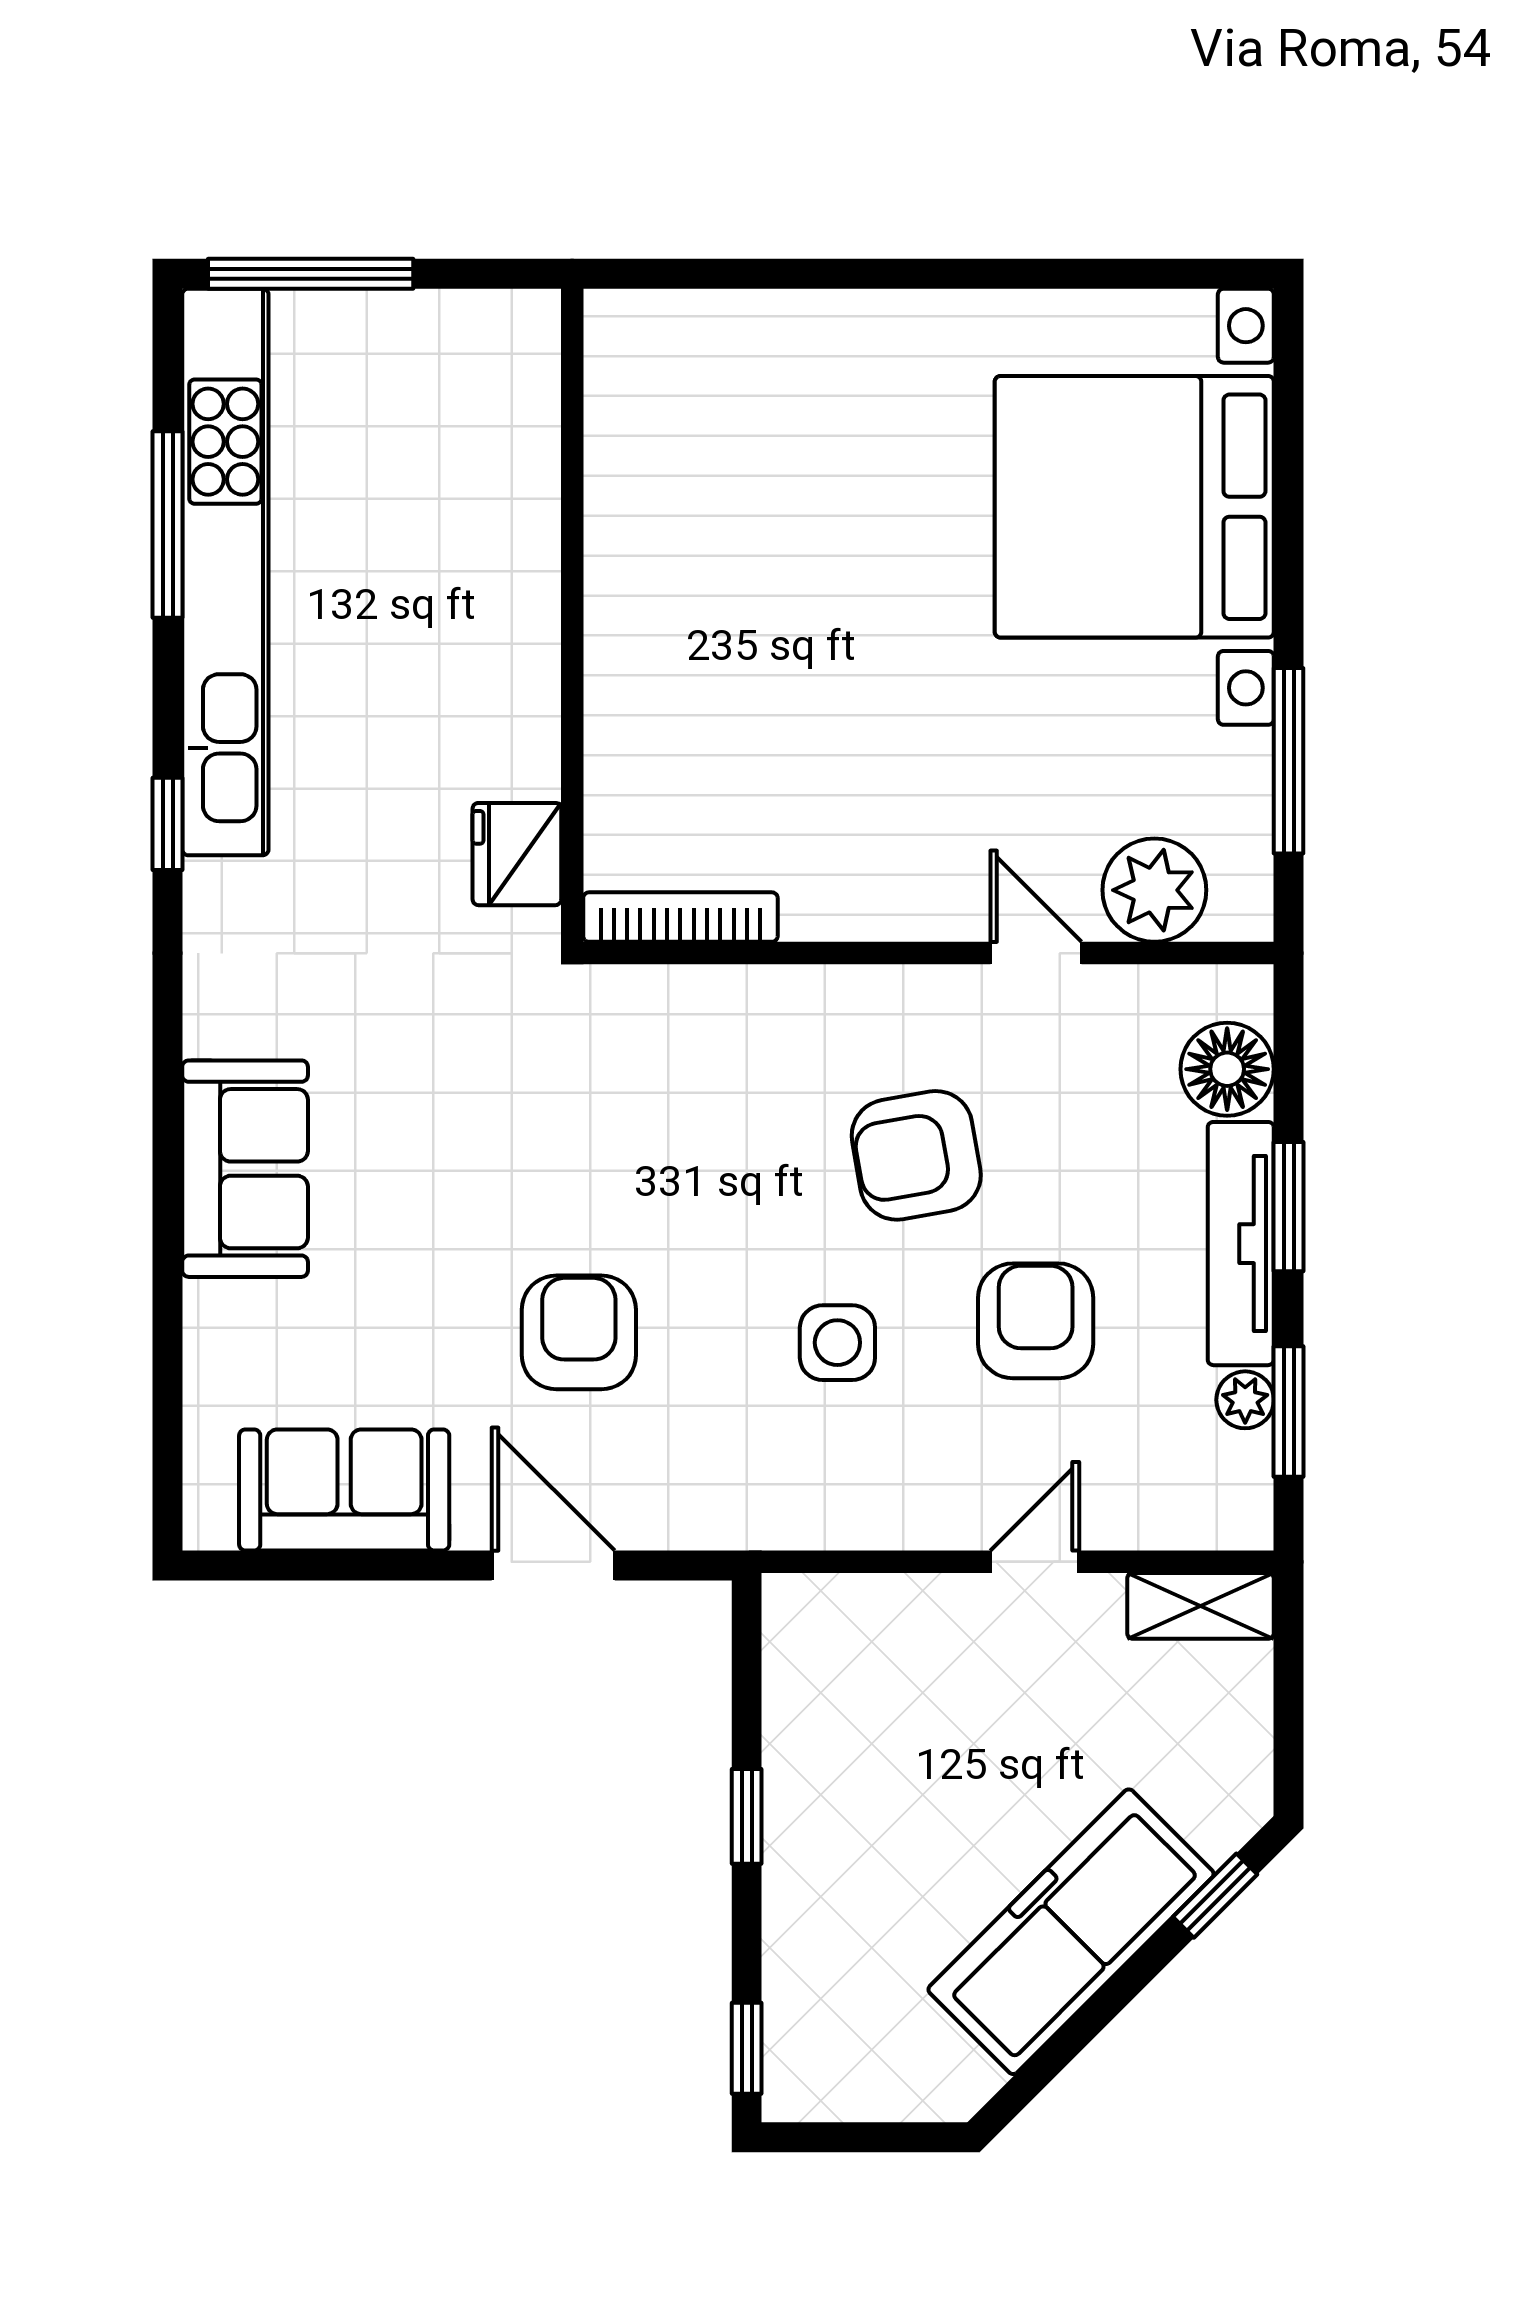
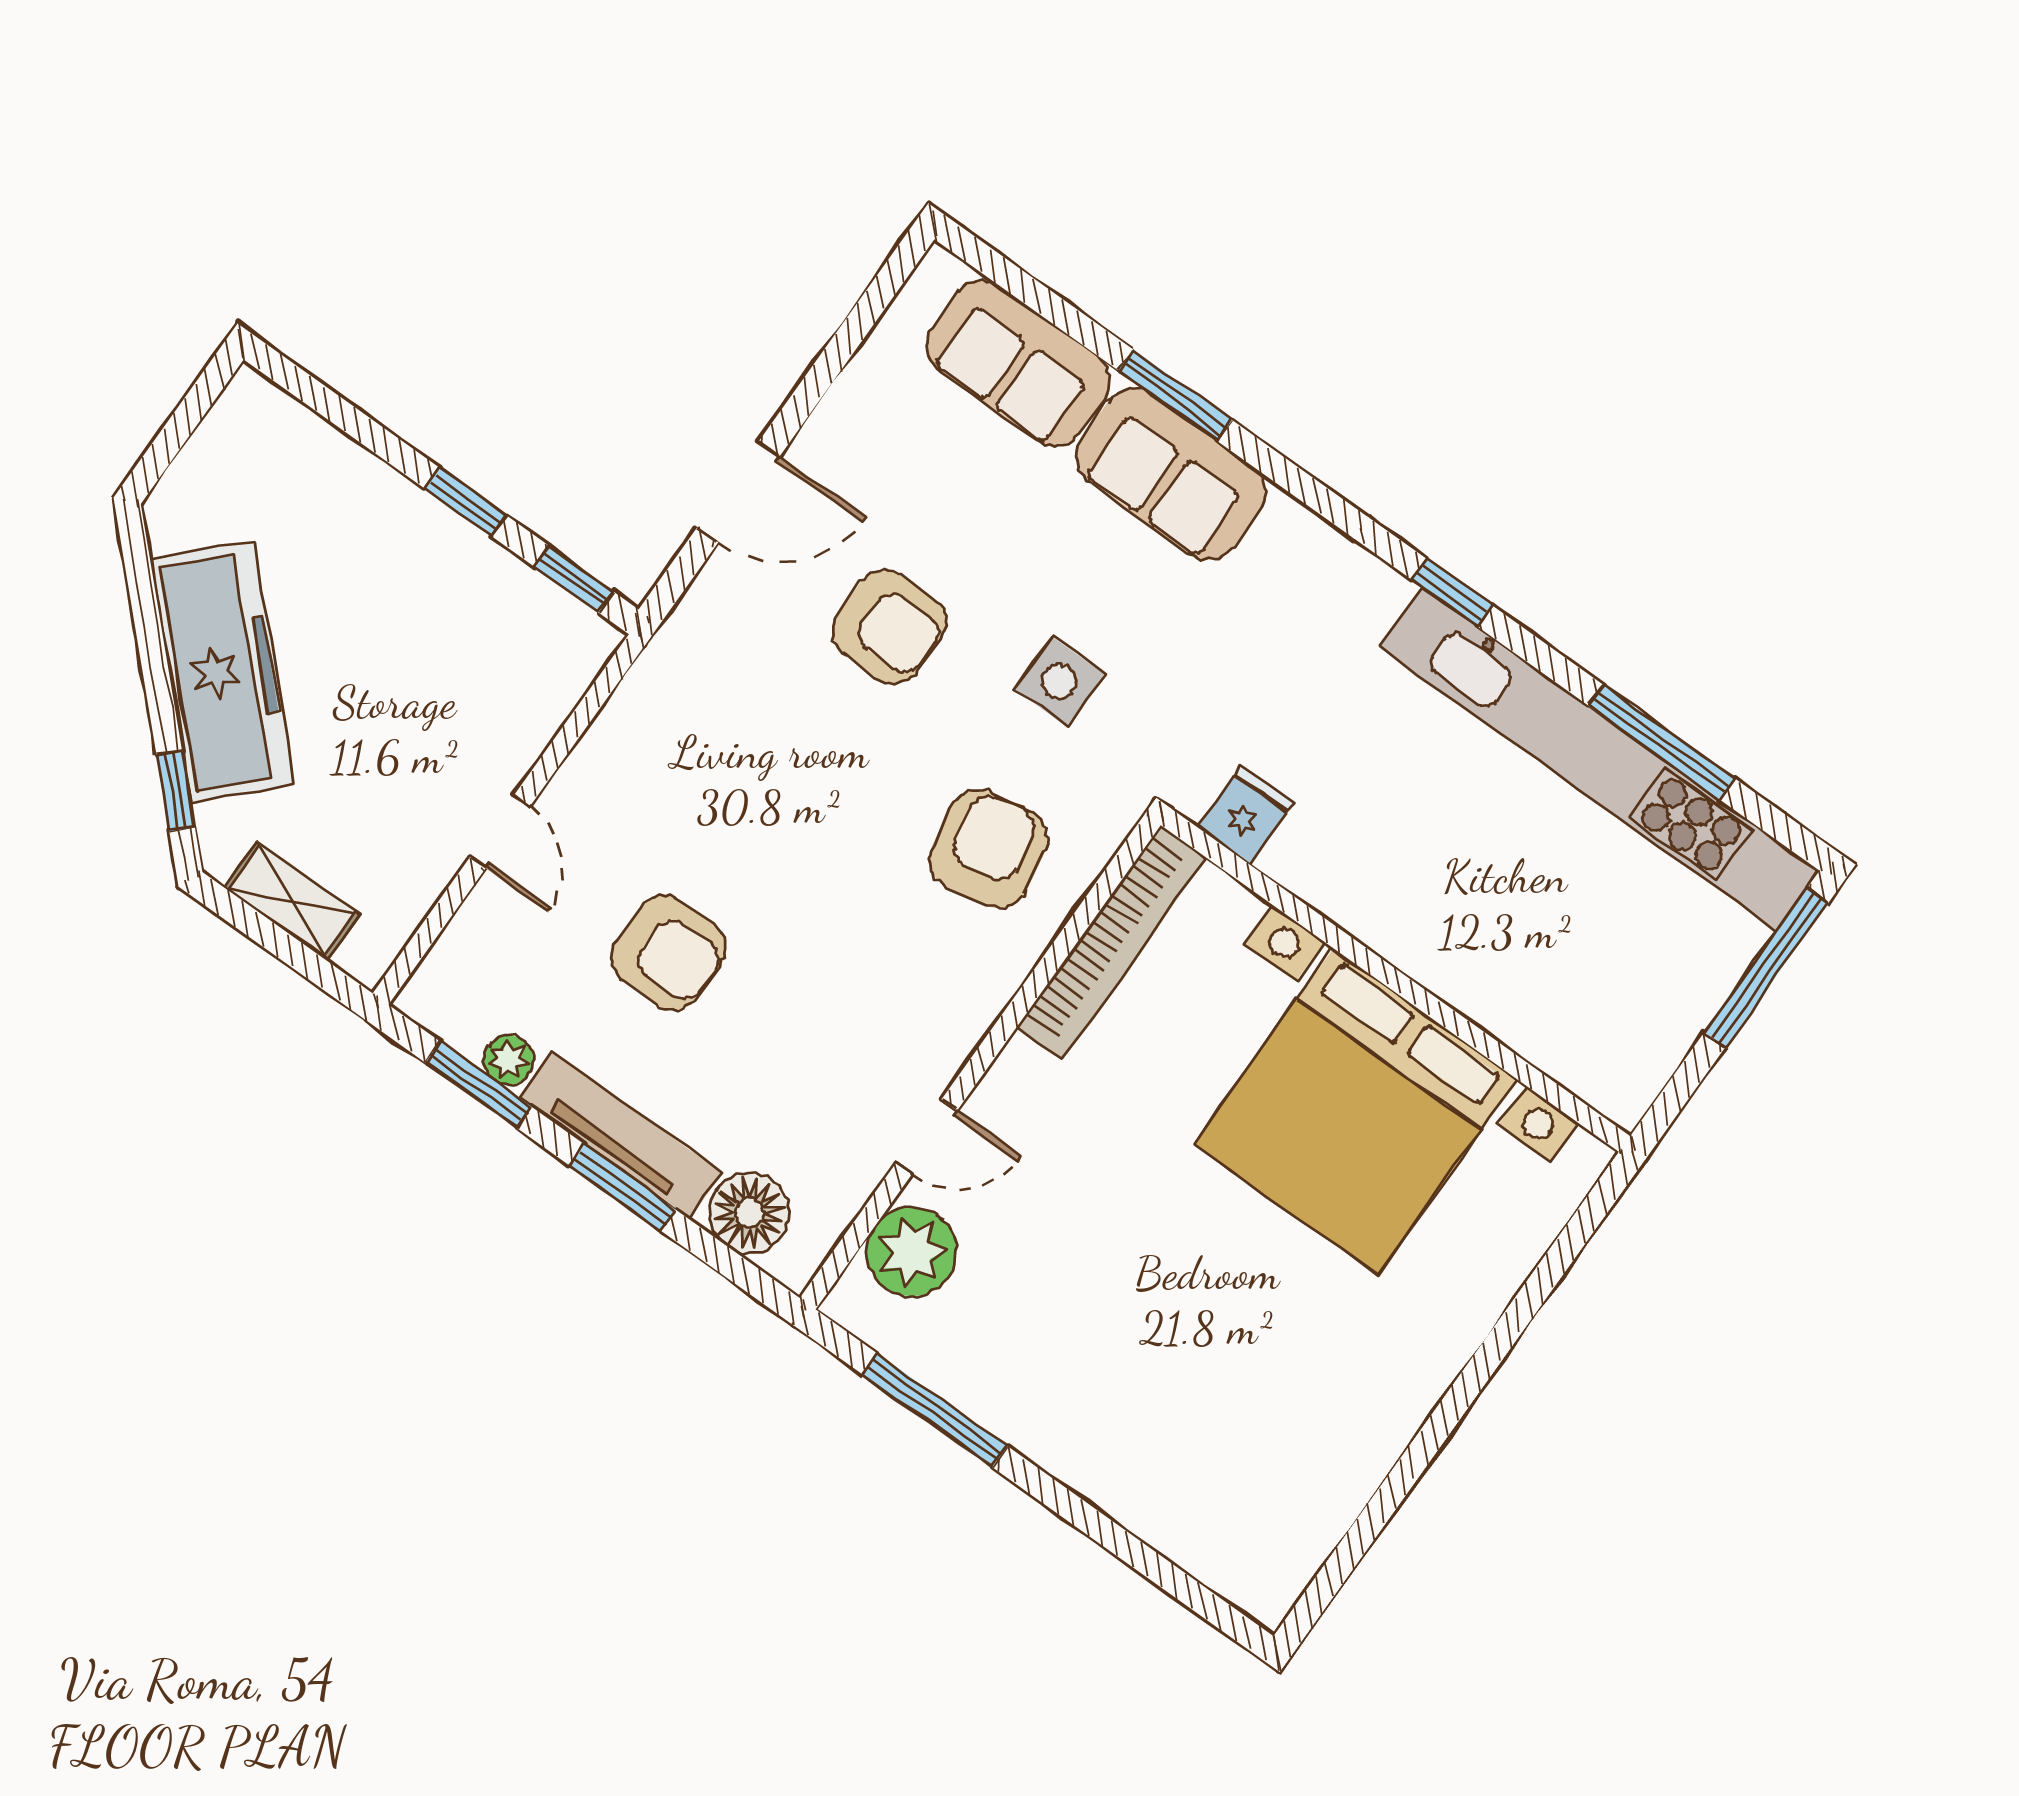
bed with nightstands: (1134, 507) -> (1356, 1111), moved, turned 180
fridge: (517, 854) -> (1246, 815), width x0.72
bookcase: (680, 917) -> (1112, 942), width x1.48, depth x1.31
armchair: (916, 1155) -> (989, 849), moved
window: (168, 1218) -> (1175, 395), added
side table: (837, 1343) -> (1059, 681), moved
sofa: (344, 1490) -> (1018, 363), moved, turned 90
shelving: (1201, 1606) -> (292, 901), moved, turned 90
window: (747, 2048) -> (574, 579), moved

